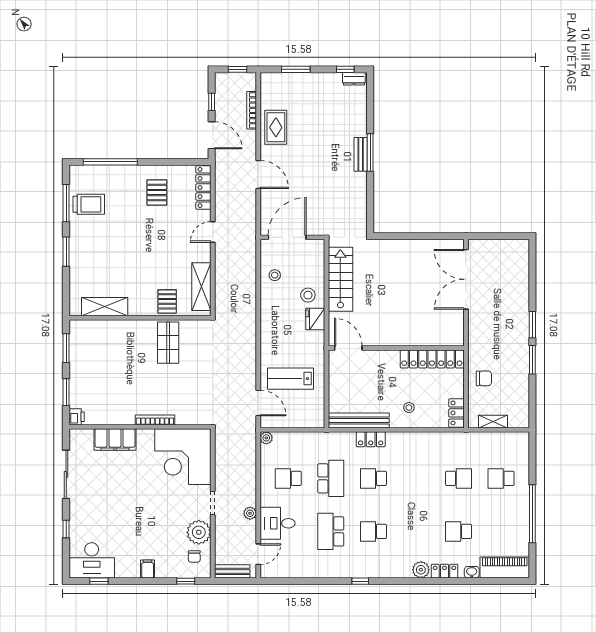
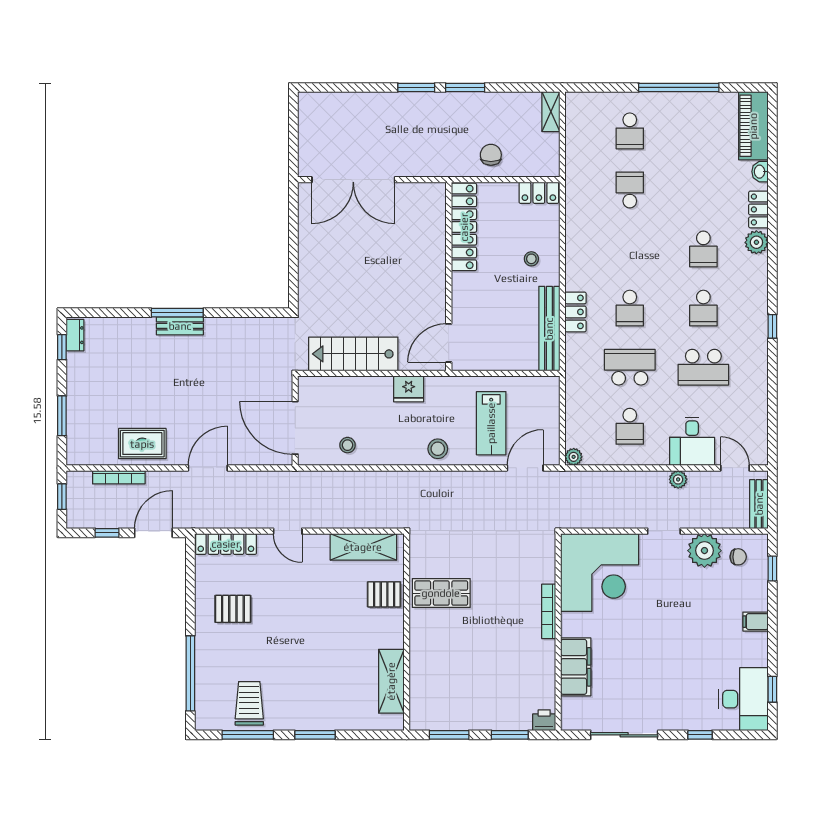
stool: (308, 295) -> (438, 449), moved
shelving: (493, 422) -> (551, 112), moved
school desk: (459, 531) -> (703, 249), moved

